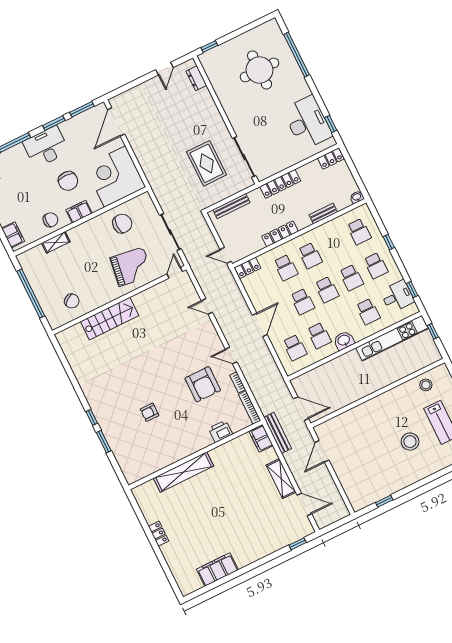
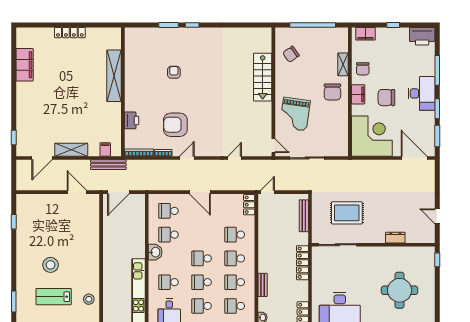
dresser: (196, 78) -> (395, 238), moved
chair: (122, 224) -> (332, 92), moved
locker: (280, 234) -> (263, 243), removed
school desk: (302, 302) -> (235, 282), moved
filing cabinet: (261, 439) -> (105, 149), width x0.50
locker: (159, 534) -> (70, 33), width x1.53

